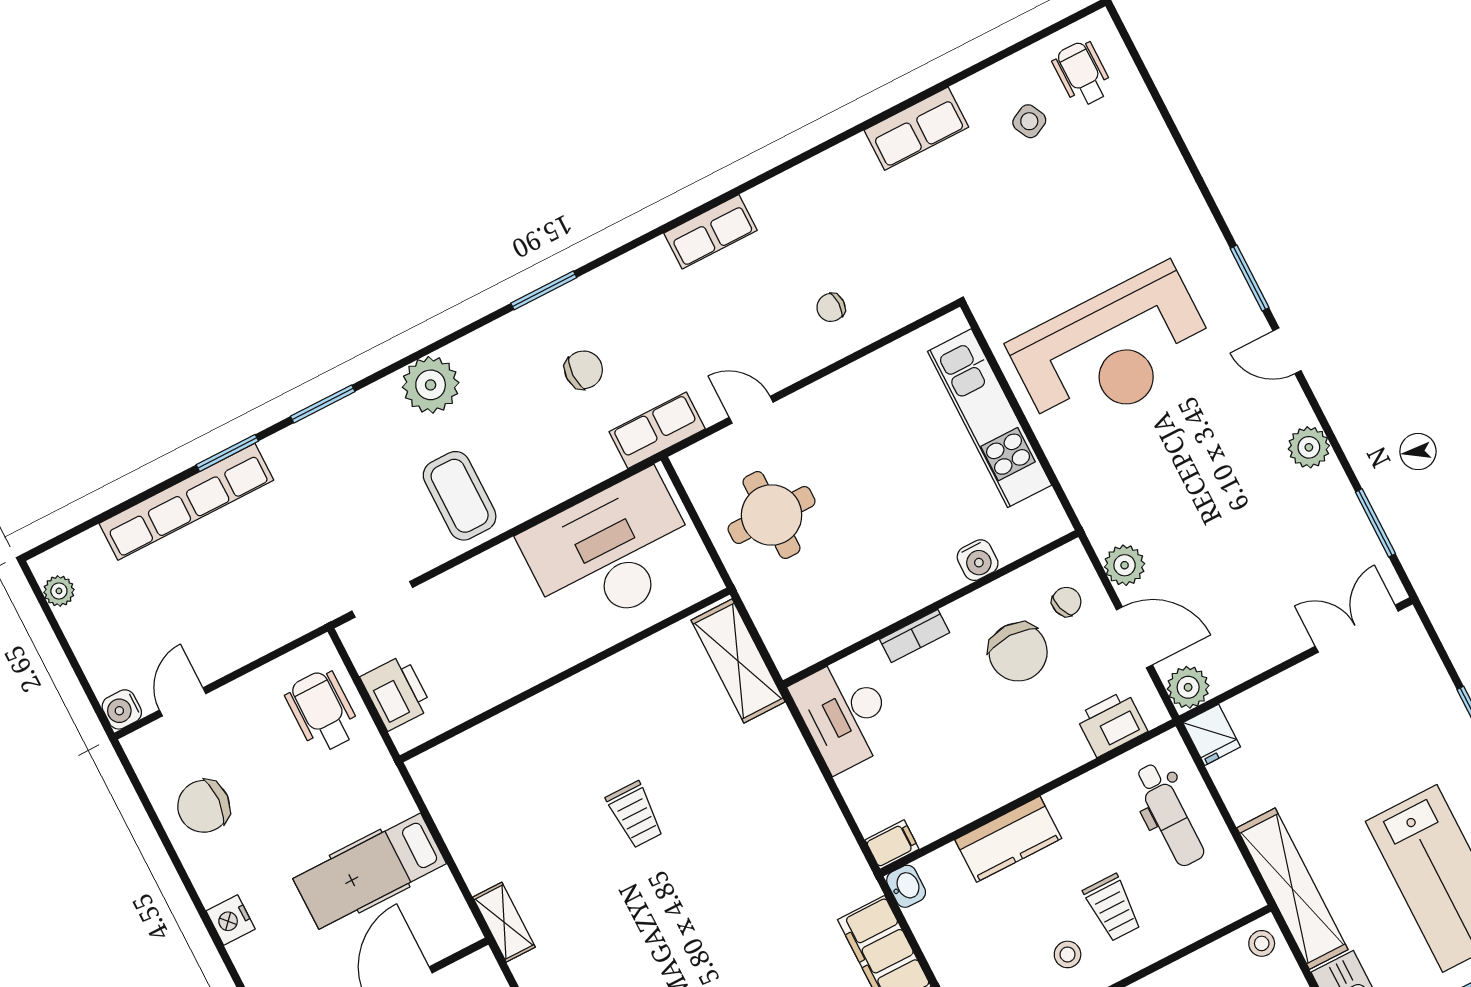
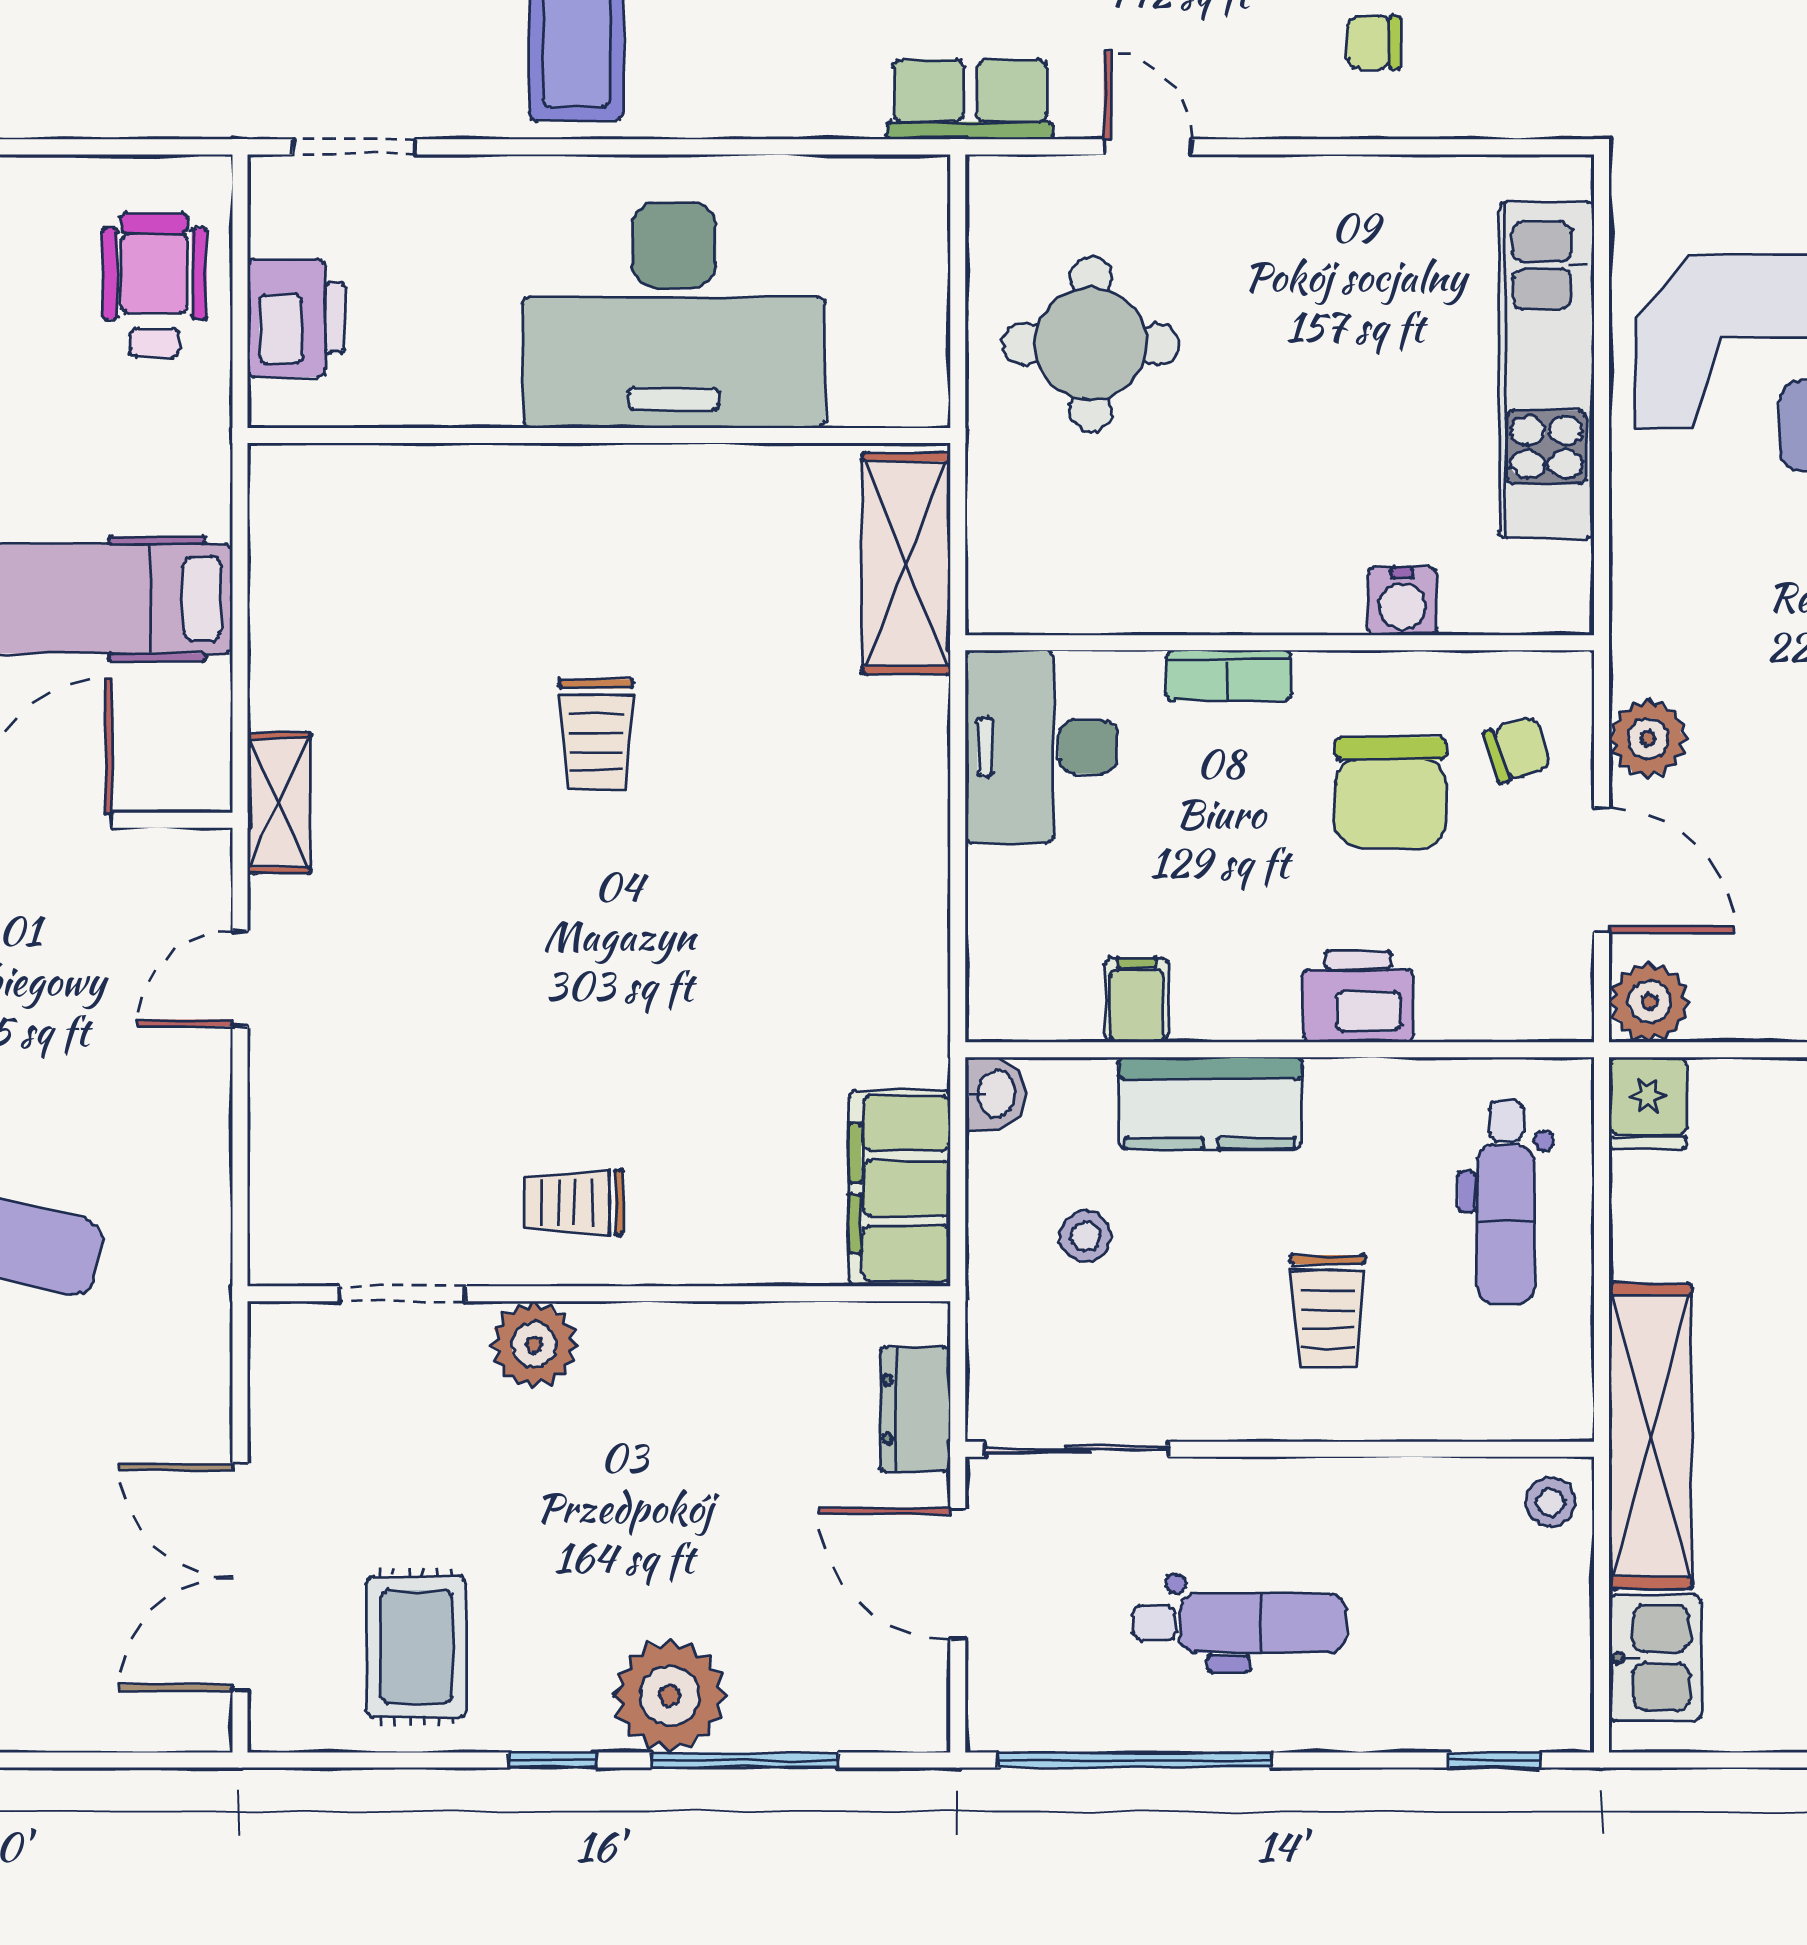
desk: (611, 553) -> (674, 315), moved, turned 180
printer: (1112, 723) -> (1358, 997), moved
filing cabinet: (892, 845) -> (1137, 1000), moved, turned -90
stool: (1068, 954) -> (1085, 1236), moved

